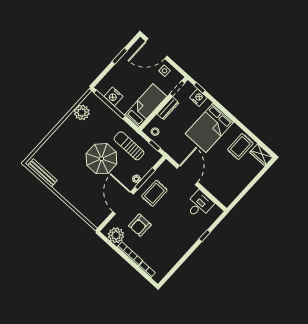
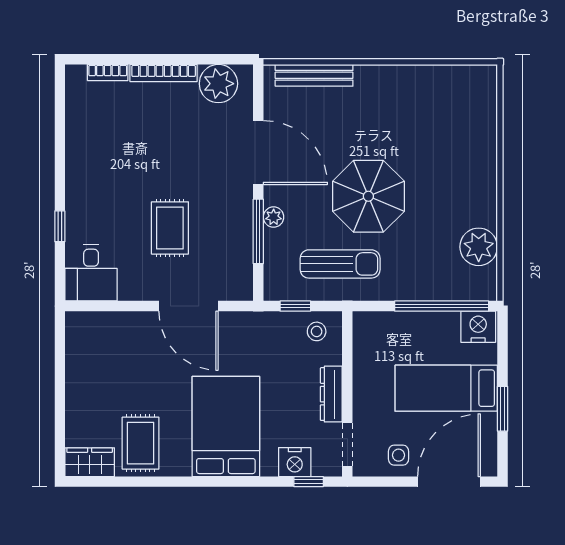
nightstand: (113, 96) -> (478, 327), moved
bed: (146, 106) -> (446, 388), moved, turned 90
bench: (42, 173) -> (314, 75), moved
rug: (154, 193) -> (170, 228), moved
desk: (199, 205) -> (91, 273), moved
armchair: (140, 225) -> (192, 140), removed

